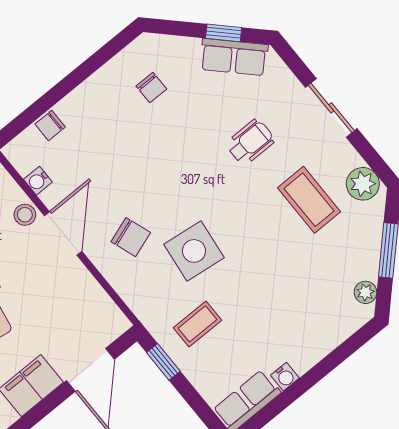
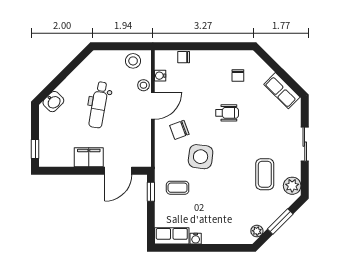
window: (224, 33) -> (286, 77), removed
wheelchair: (250, 142) -> (227, 113), moved
chair: (131, 237) -> (179, 130), turned 89

